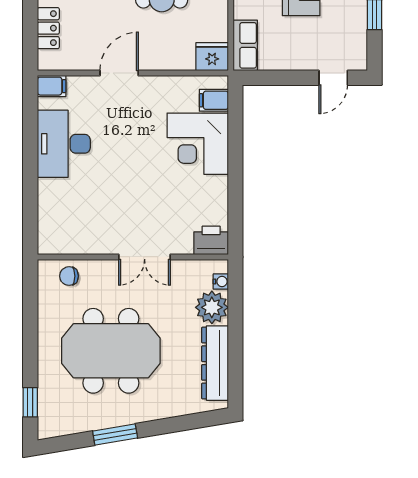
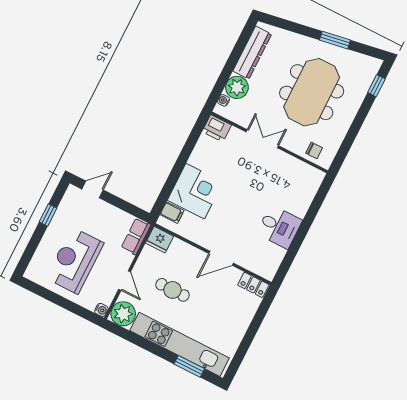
locker: (48, 28) -> (253, 285), moved, turned -90
filing cabinet: (52, 86) -> (266, 271), removed
desk: (64, 144) -> (279, 227), width x0.73
meeting table: (111, 351) -> (312, 92), turned 90

